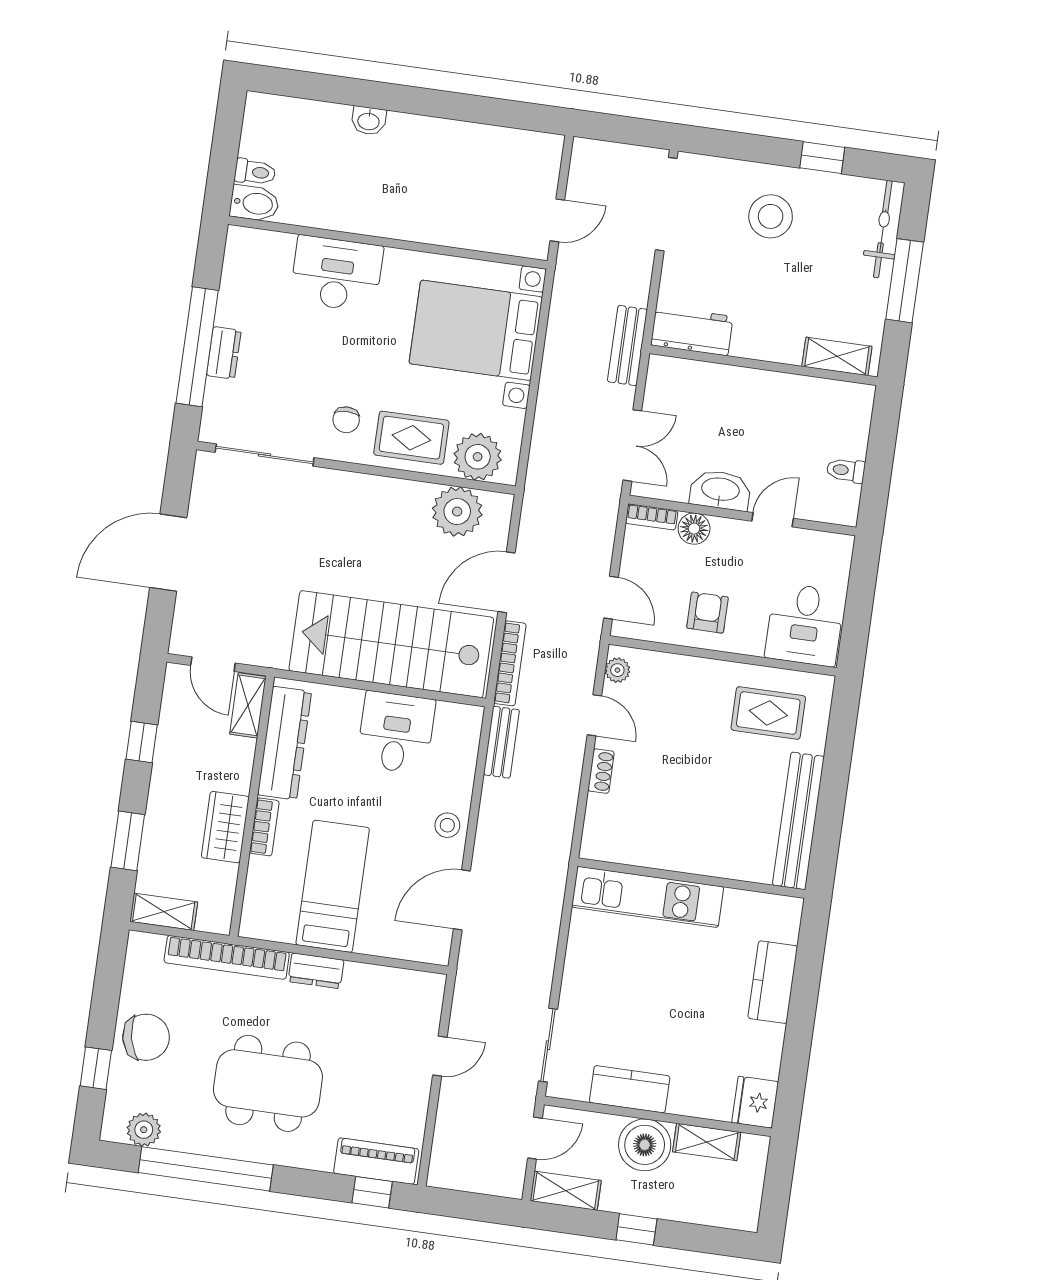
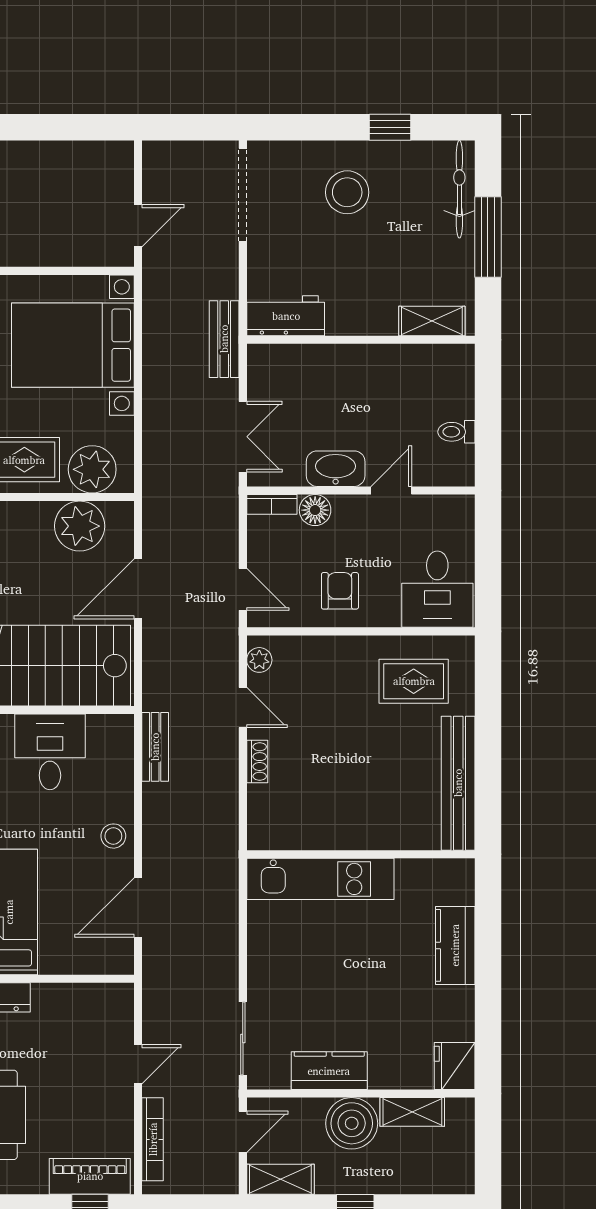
bookcase: (510, 663) -> (153, 1139), moved

